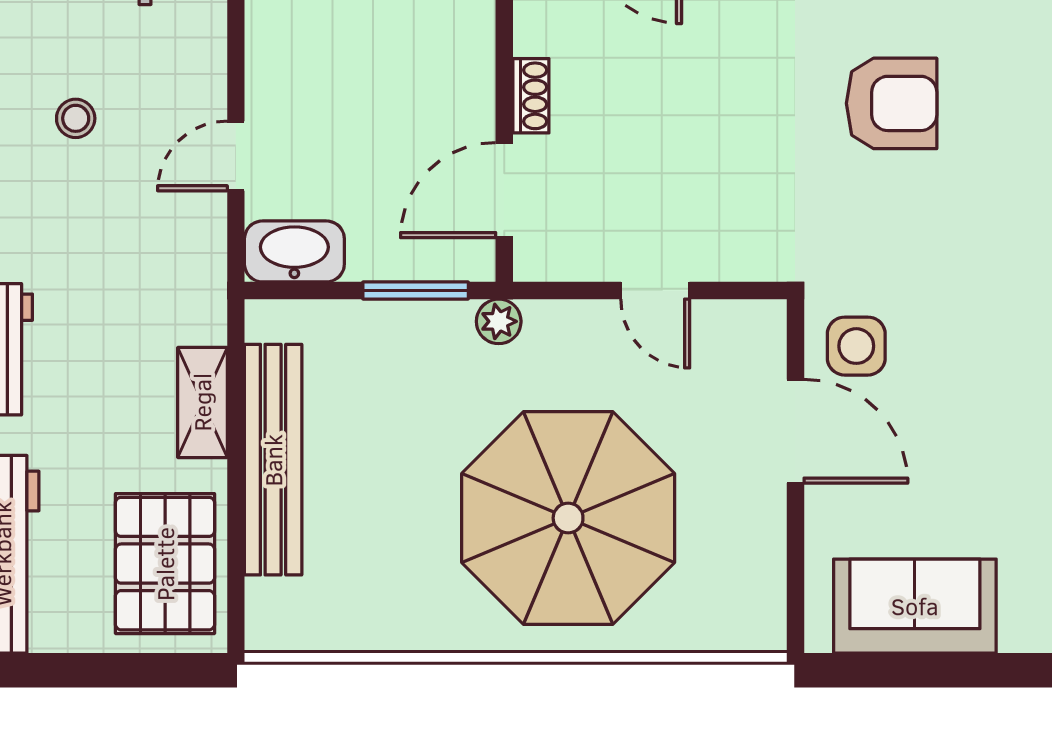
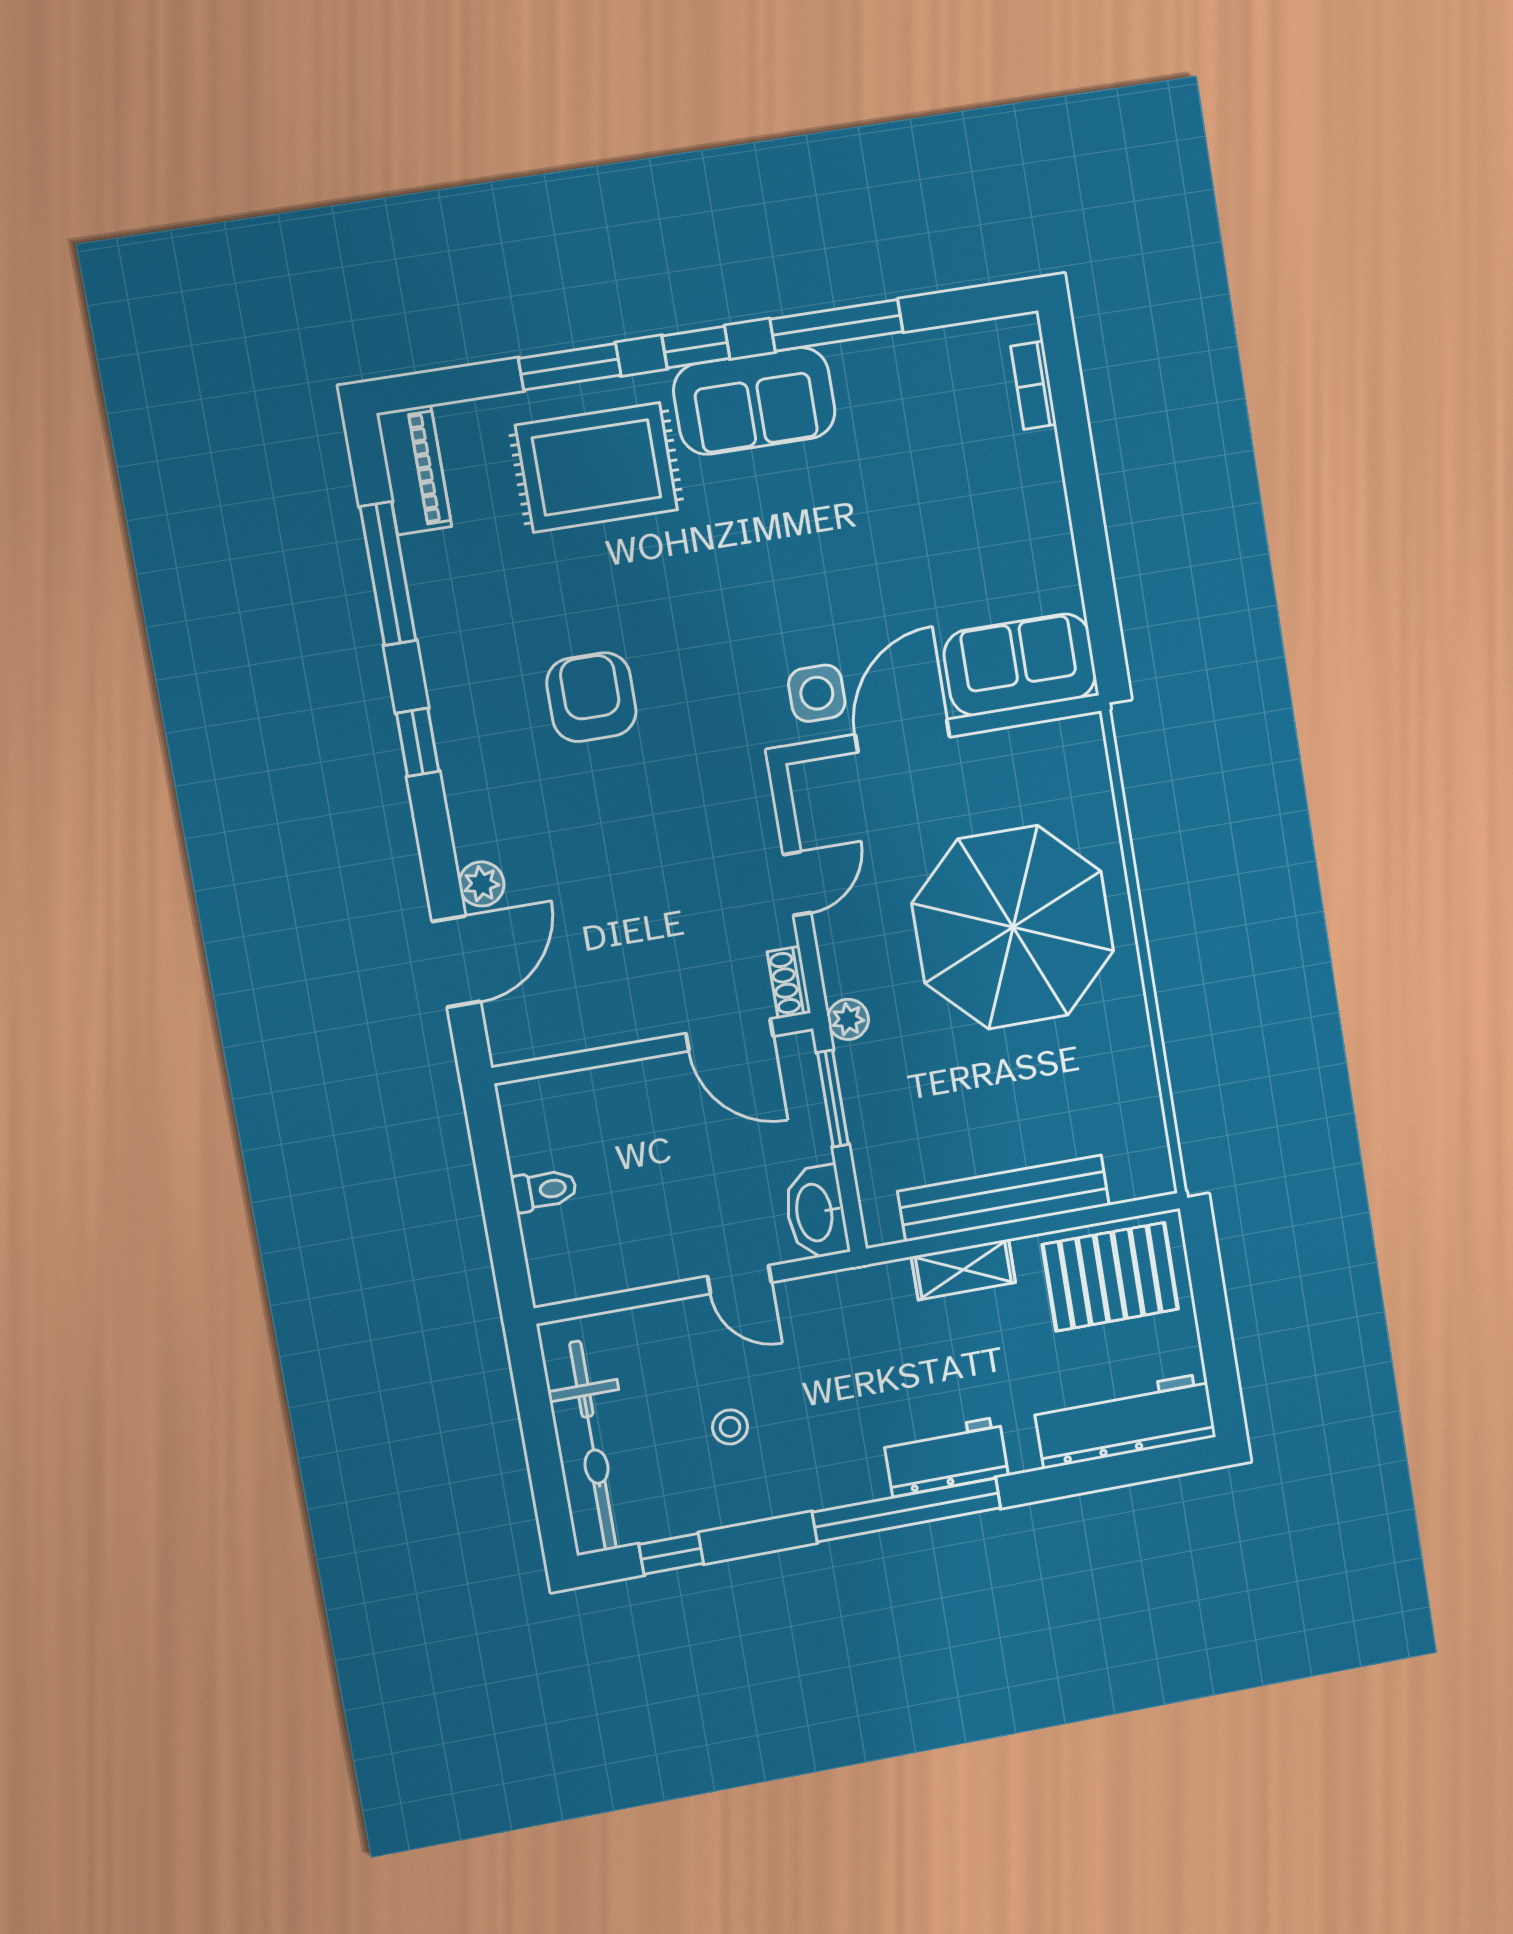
shoe rack: (531, 96) -> (789, 982), moved, turned -90
sofa: (915, 606) -> (1020, 665), moved, turned 90

